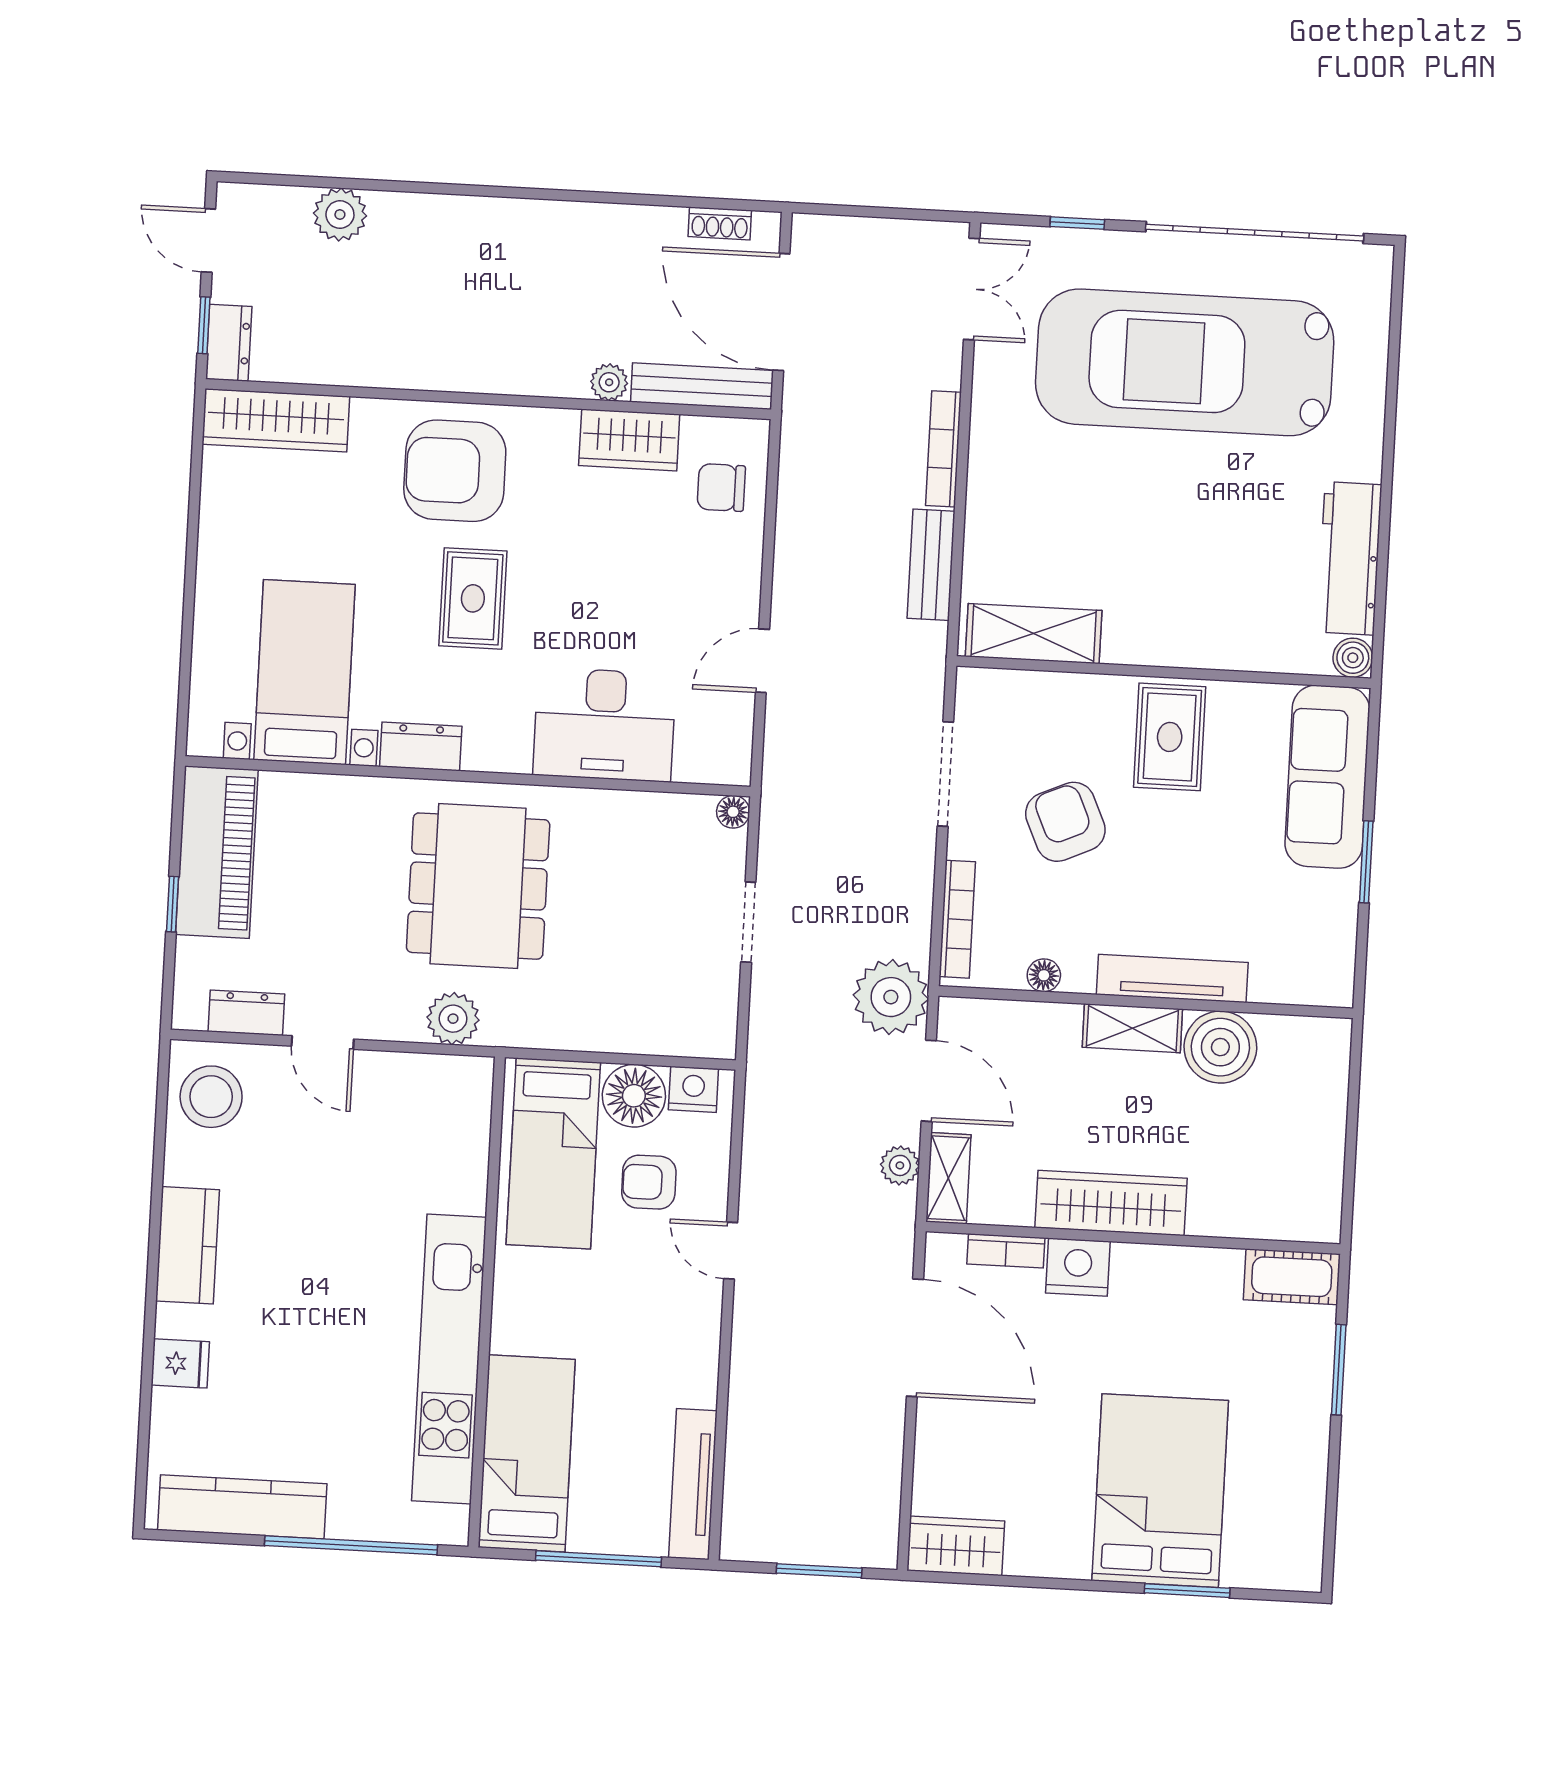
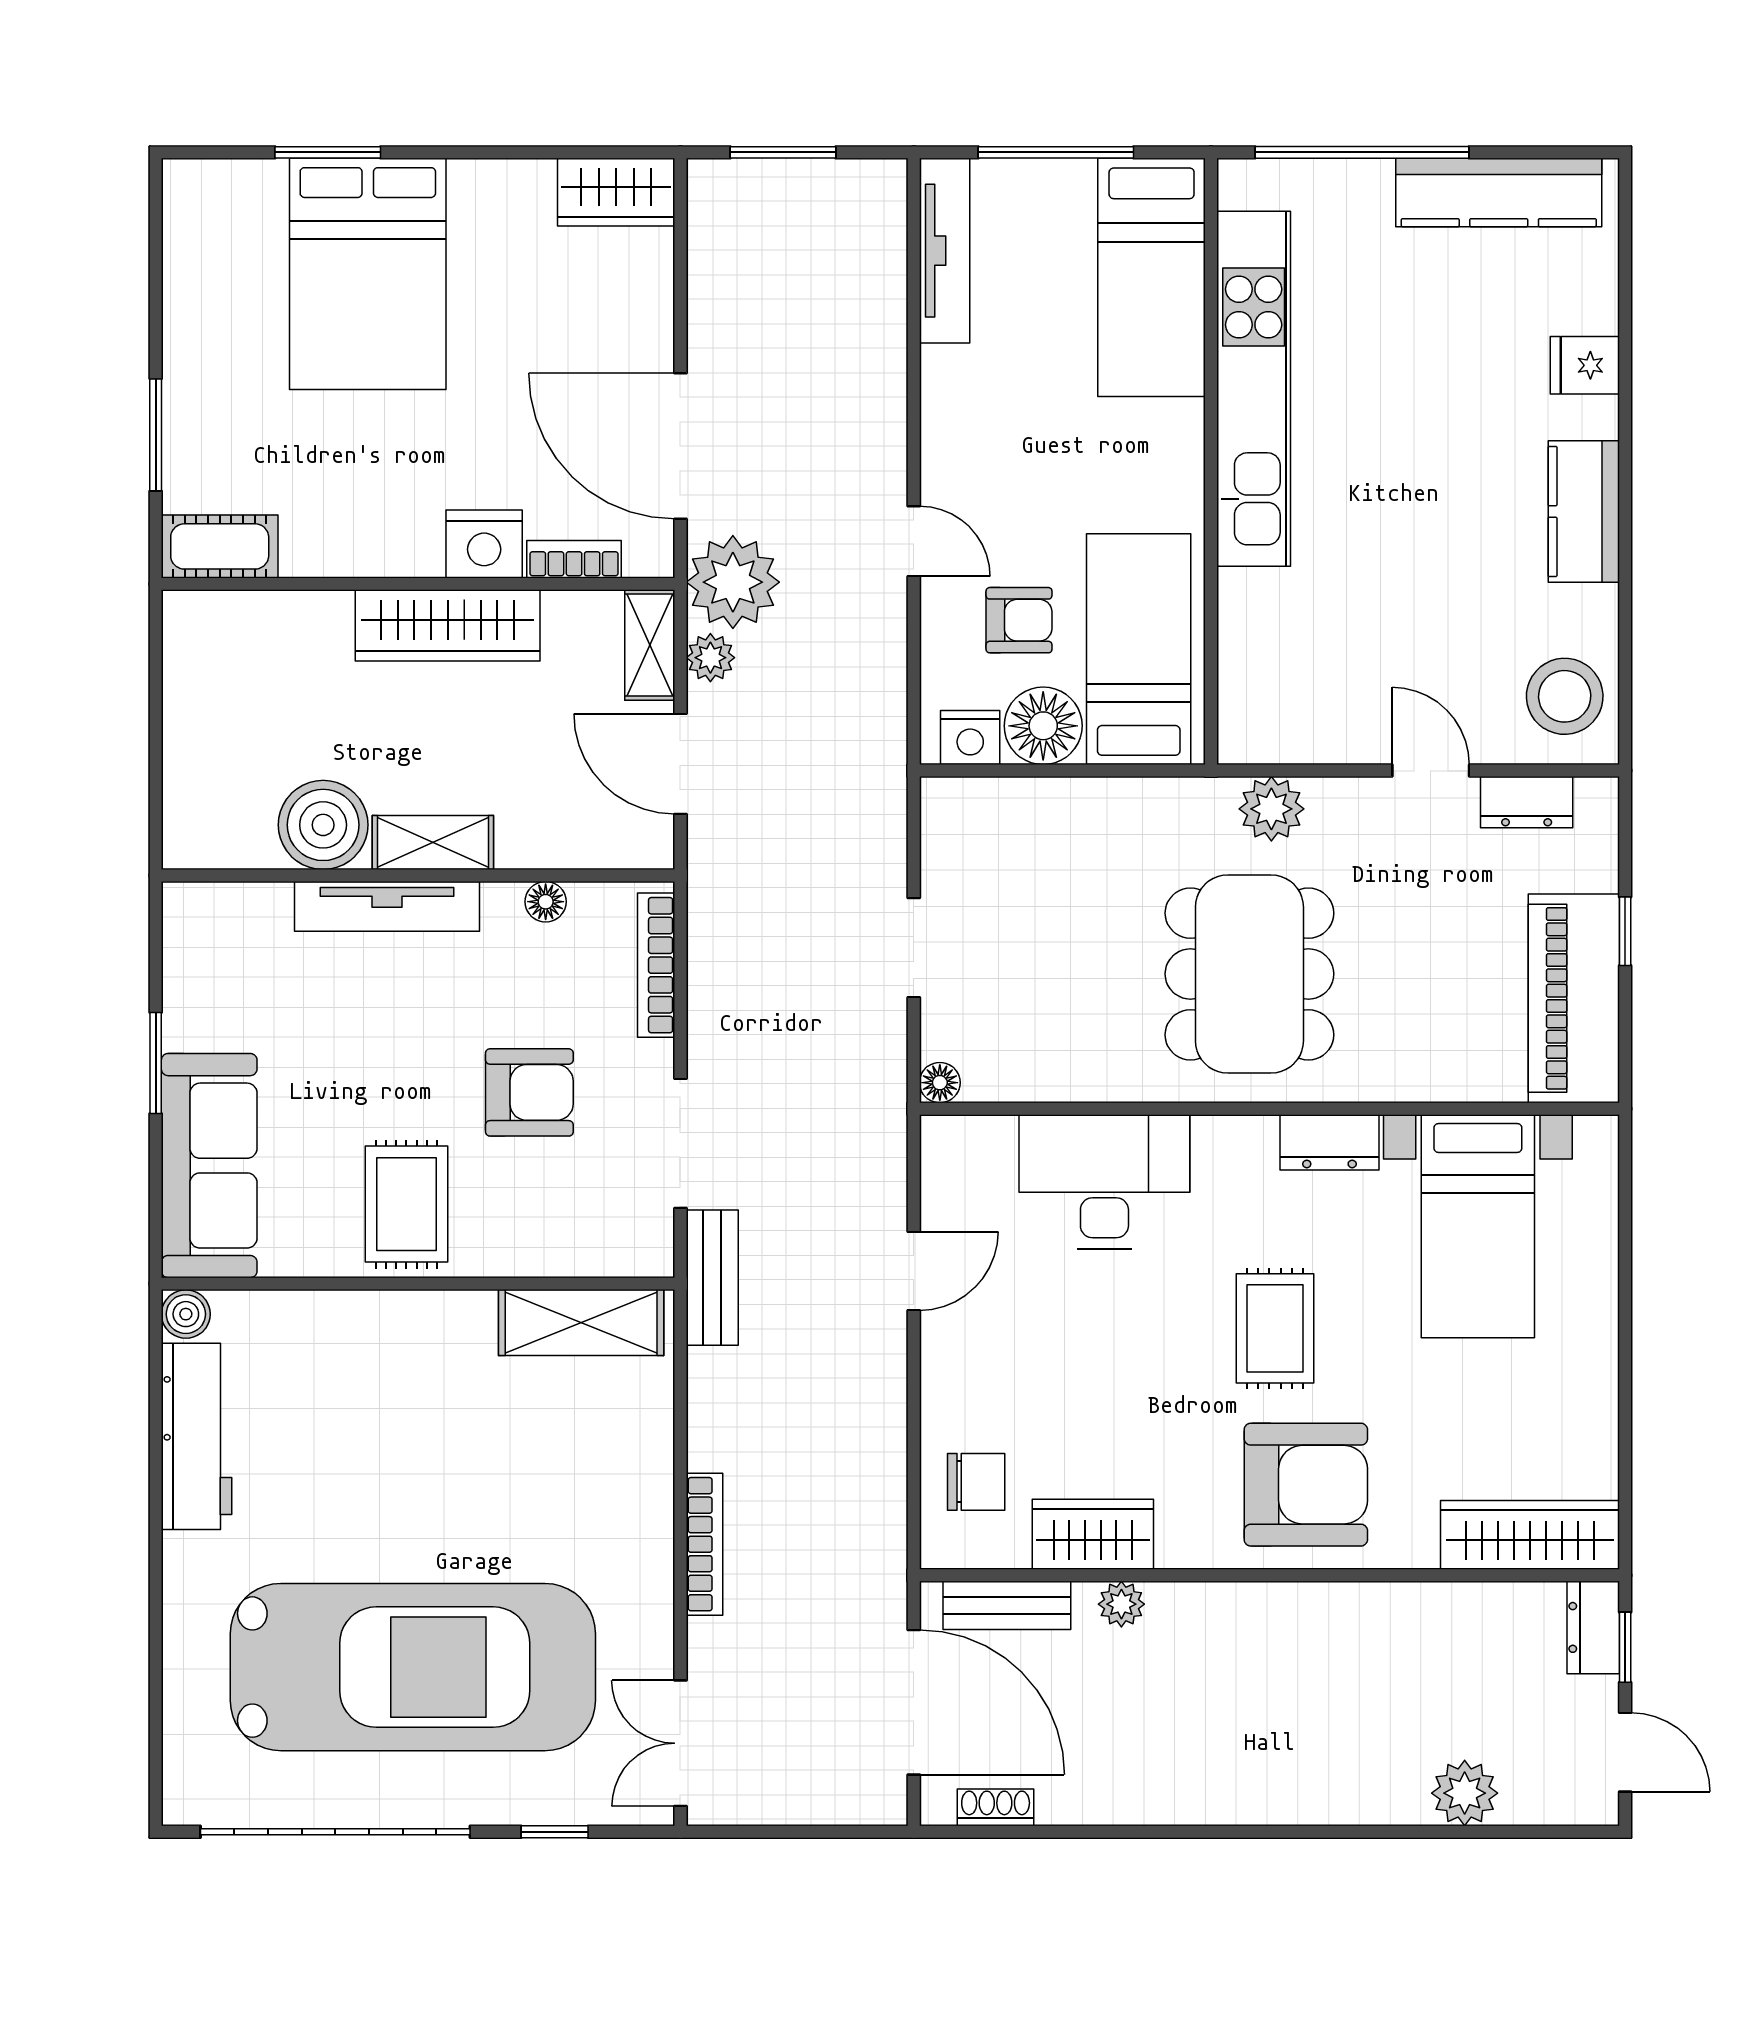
bench: (702, 386) -> (1007, 1605), width x0.73
bench: (931, 565) -> (712, 1278), moved
armchair: (1065, 822) -> (529, 1092), turned -66
plant: (891, 997) -> (733, 582), moved

